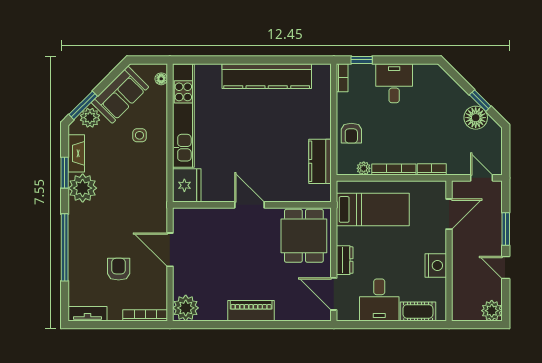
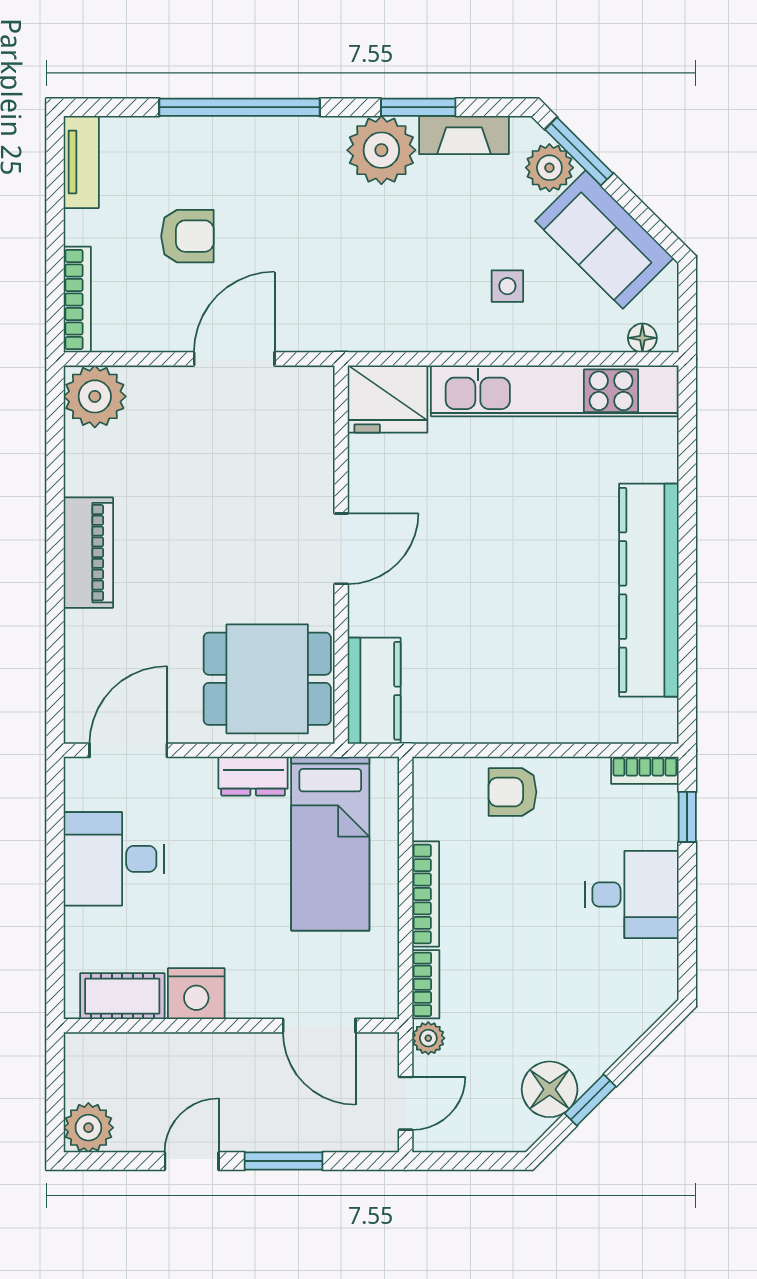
kitchen counter: (320, 161) -> (374, 691), moved, turned 90
plant: (364, 168) -> (428, 1038), moved
dresser: (345, 260) -> (253, 776), moved
cot: (418, 311) -> (122, 996), moved, turned 90

